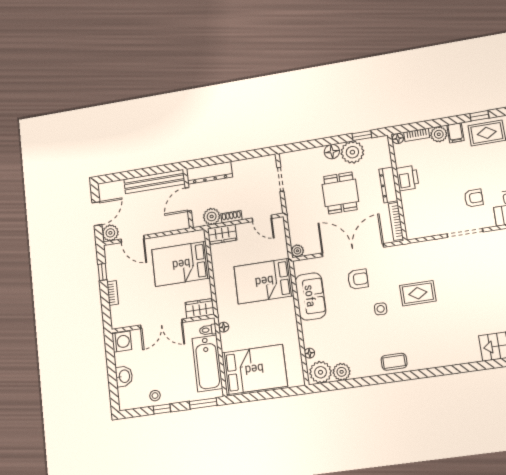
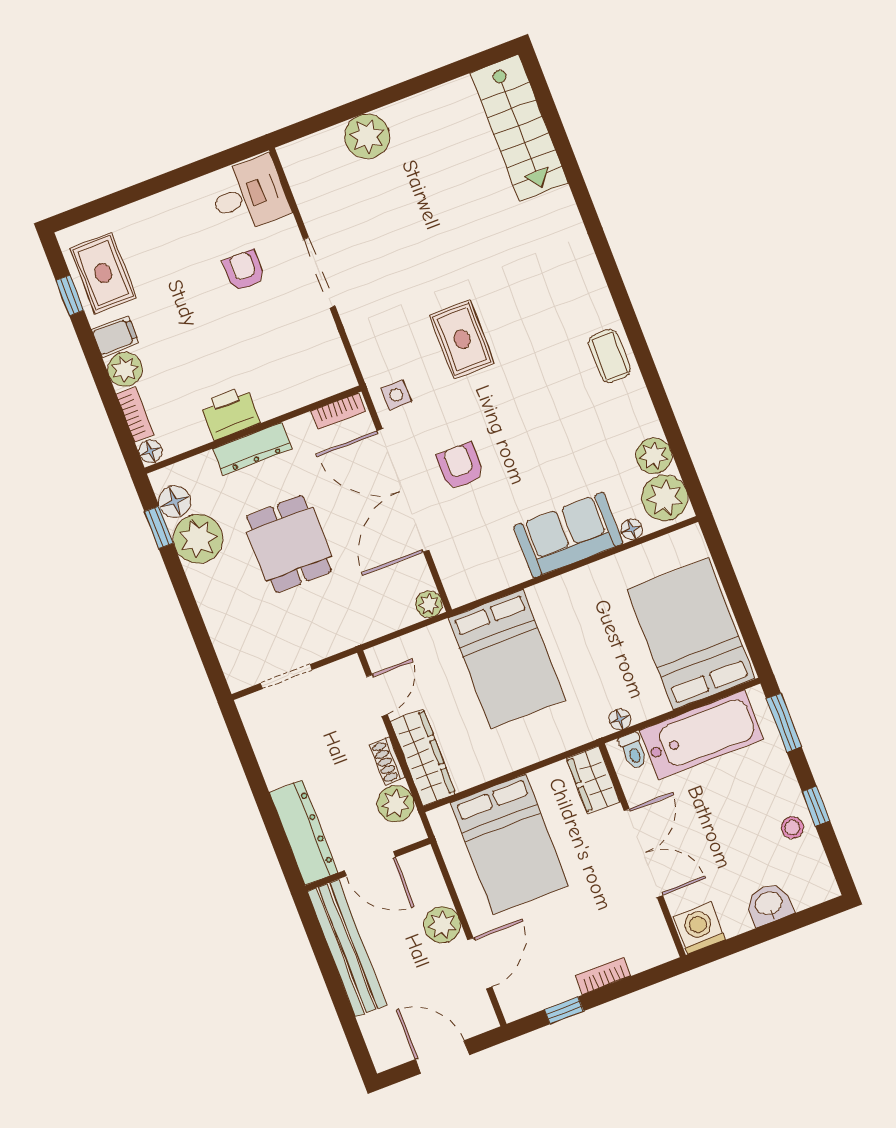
floor lamp: (332, 152) -> (175, 502), moved
dining table: (340, 193) -> (289, 544), turned 90
bookcase: (396, 221) -> (338, 411), width x0.64
plant: (110, 233) -> (442, 925), moved
wardrobe: (222, 234) -> (423, 757), width x1.50
sofa: (310, 296) -> (568, 535), moved
side table: (381, 309) -> (396, 395), moved

